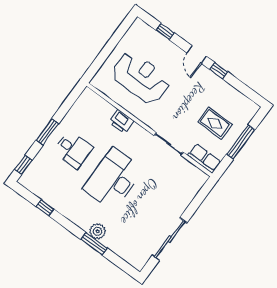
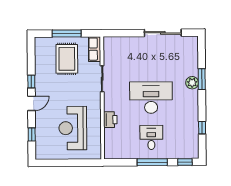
rug: (215, 123) -> (67, 59), width x1.36, depth x1.43
window: (47, 132) -> (152, 162), width x1.44
desk: (113, 179) -> (151, 98), turned 180

